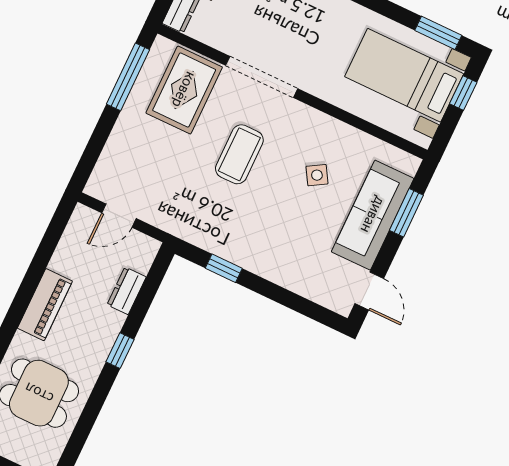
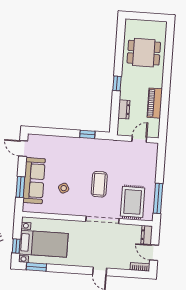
piano: (45, 305) -> (155, 103), moved

